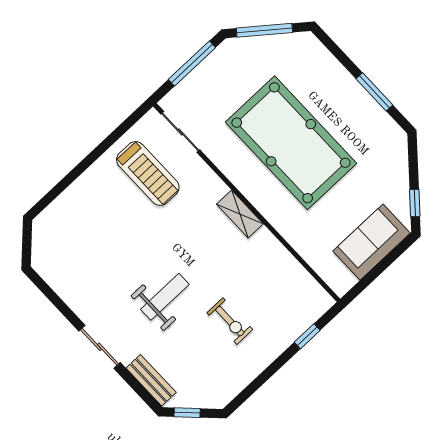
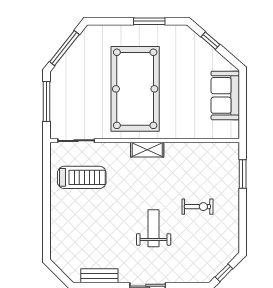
pool table: (291, 143) -> (135, 89), turned 90
window: (415, 203) -> (210, 41), moved
window: (307, 336) -> (243, 174), width x1.50
bench: (151, 380) -> (99, 276), moved

